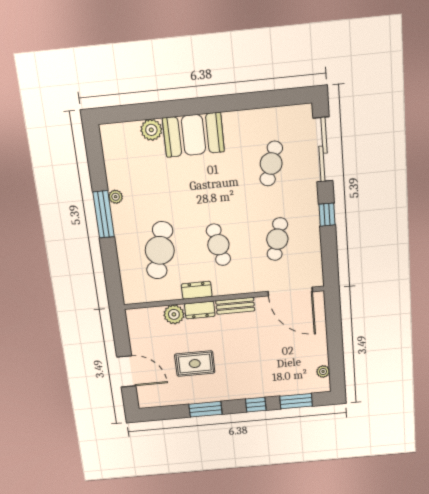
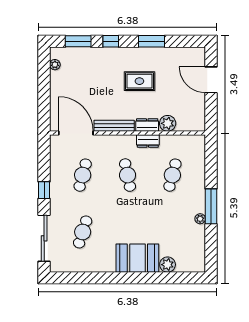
cafe table: (160, 250) -> (172, 175), width x0.73, depth x0.74
bench: (235, 306) -> (114, 126), width x1.36
rug: (195, 364) -> (139, 81), moved

